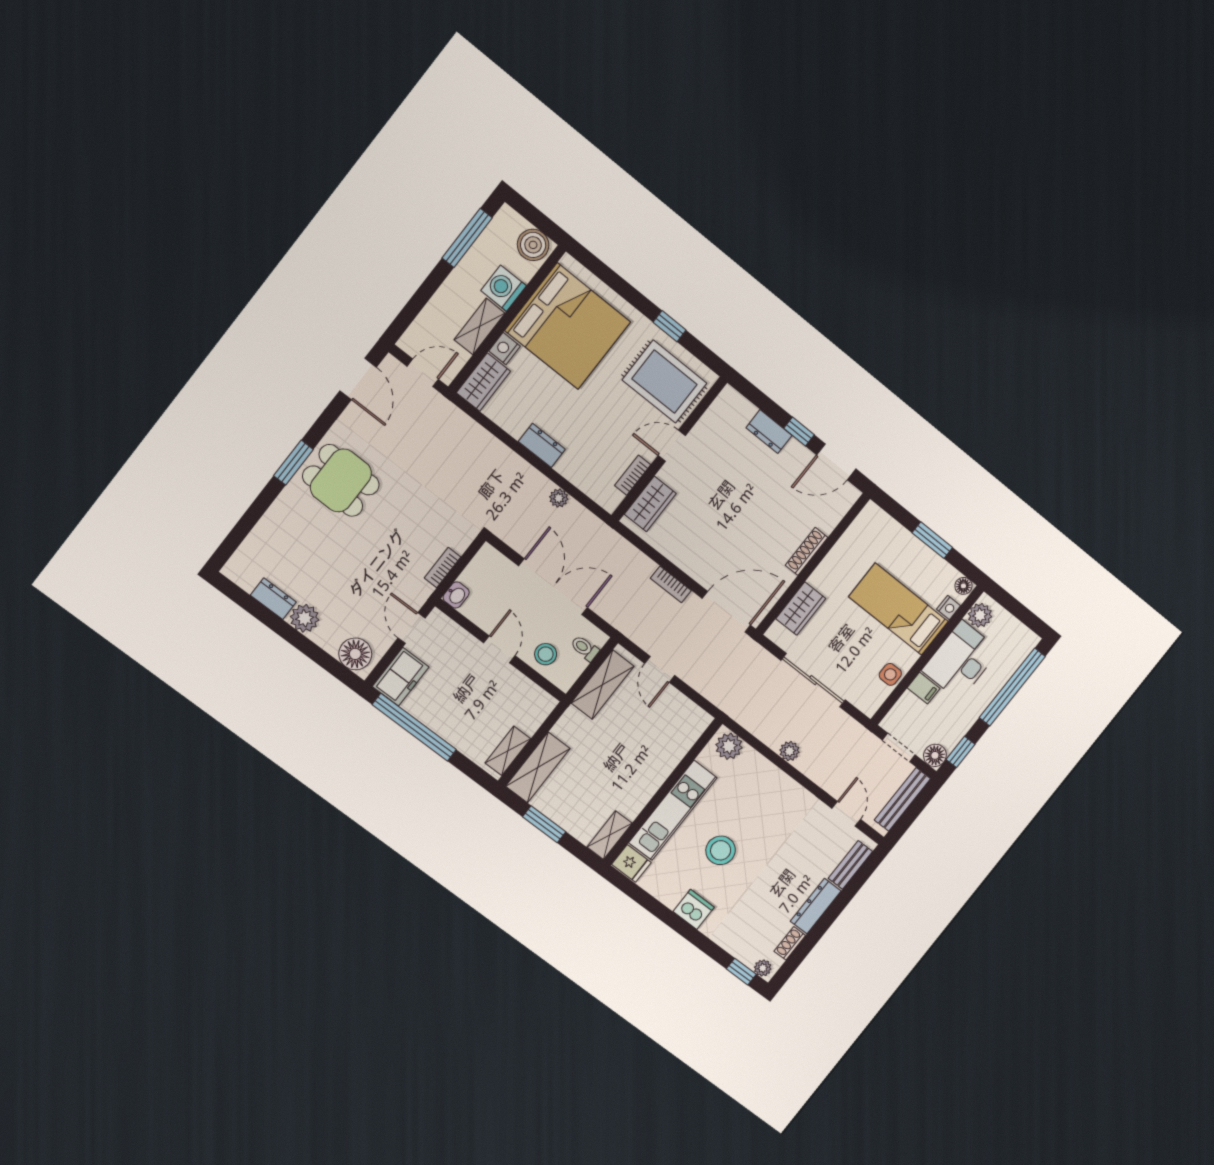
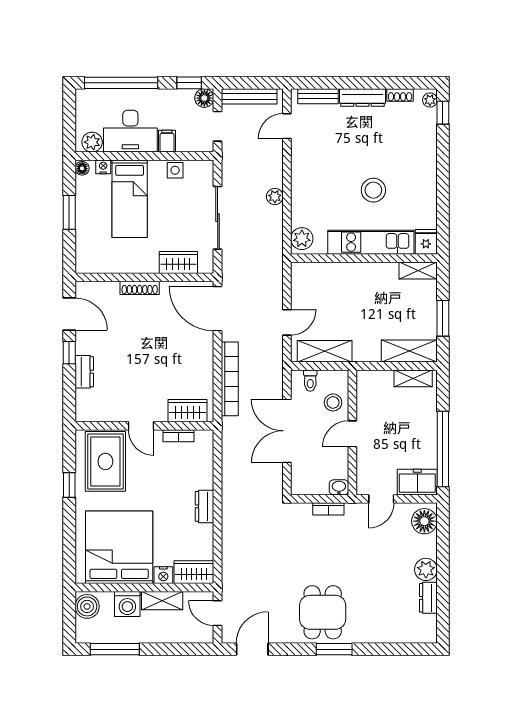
plant: (559, 498) -> (229, 471), removed
bookcase: (671, 584) -> (230, 379), width x2.31, depth x1.31
dishwasher: (694, 909) -> (425, 177), removed

